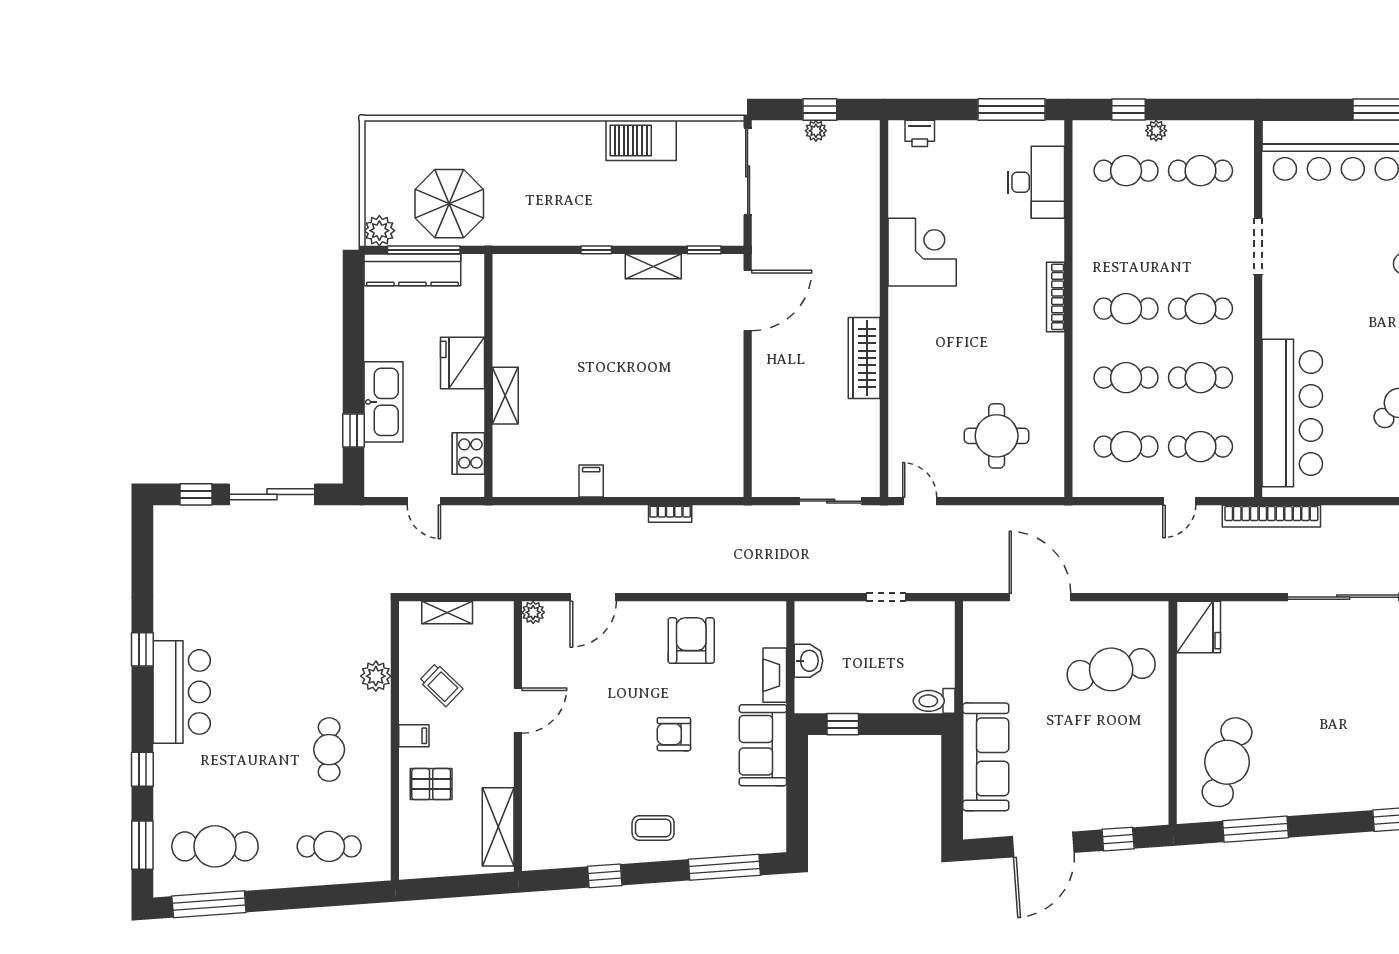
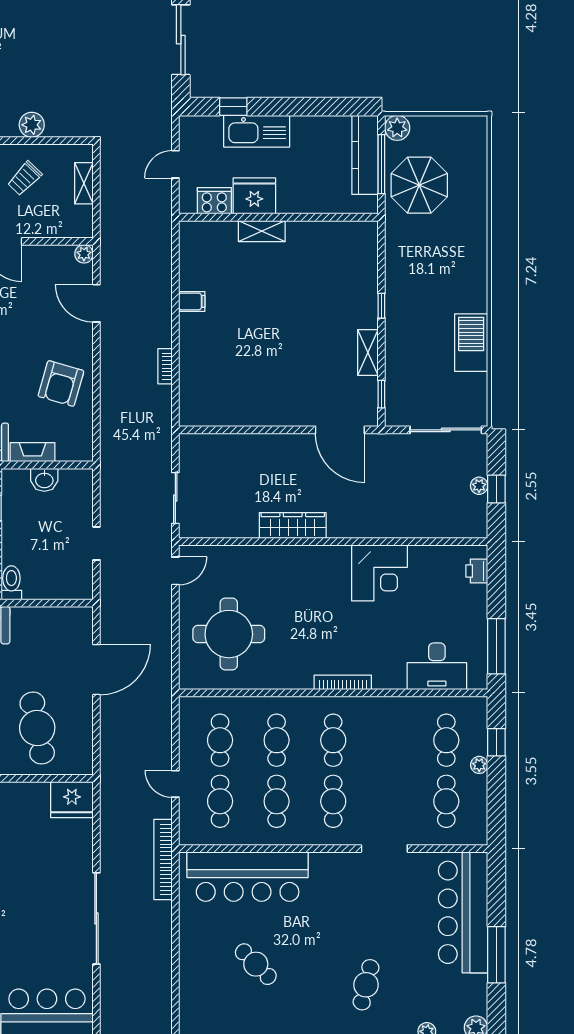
fridge: (463, 363) -> (254, 196), moved
round table: (997, 436) -> (229, 634), width x1.36, depth x1.36
armchair: (691, 641) -> (61, 384), turned 106

